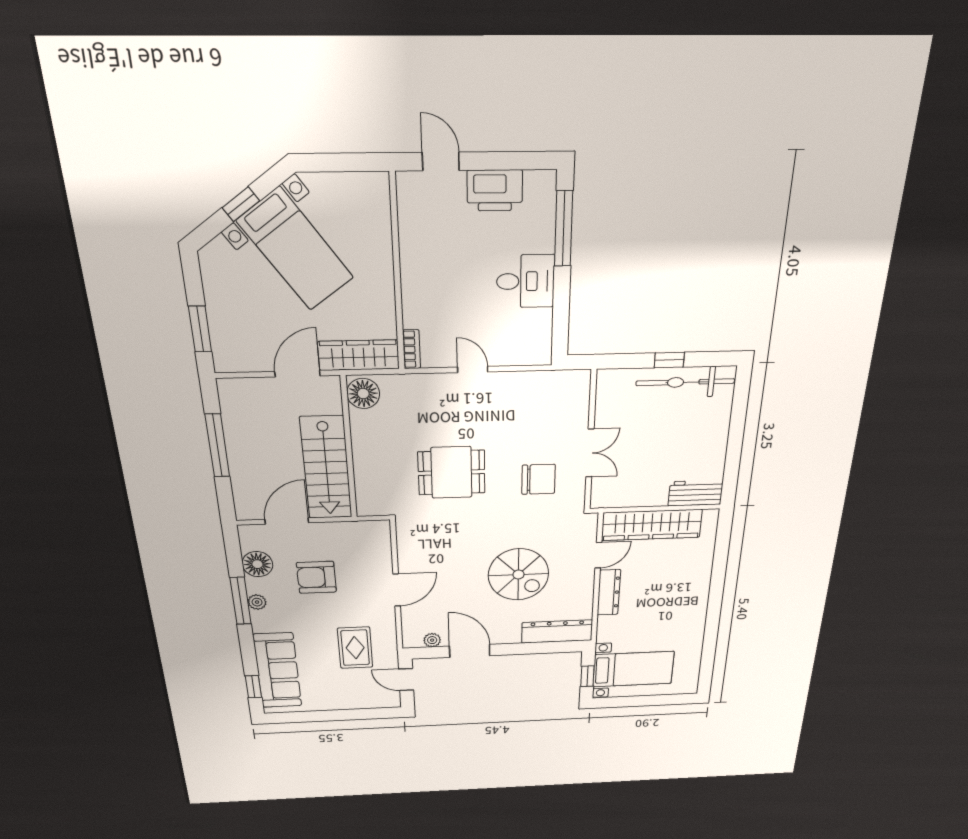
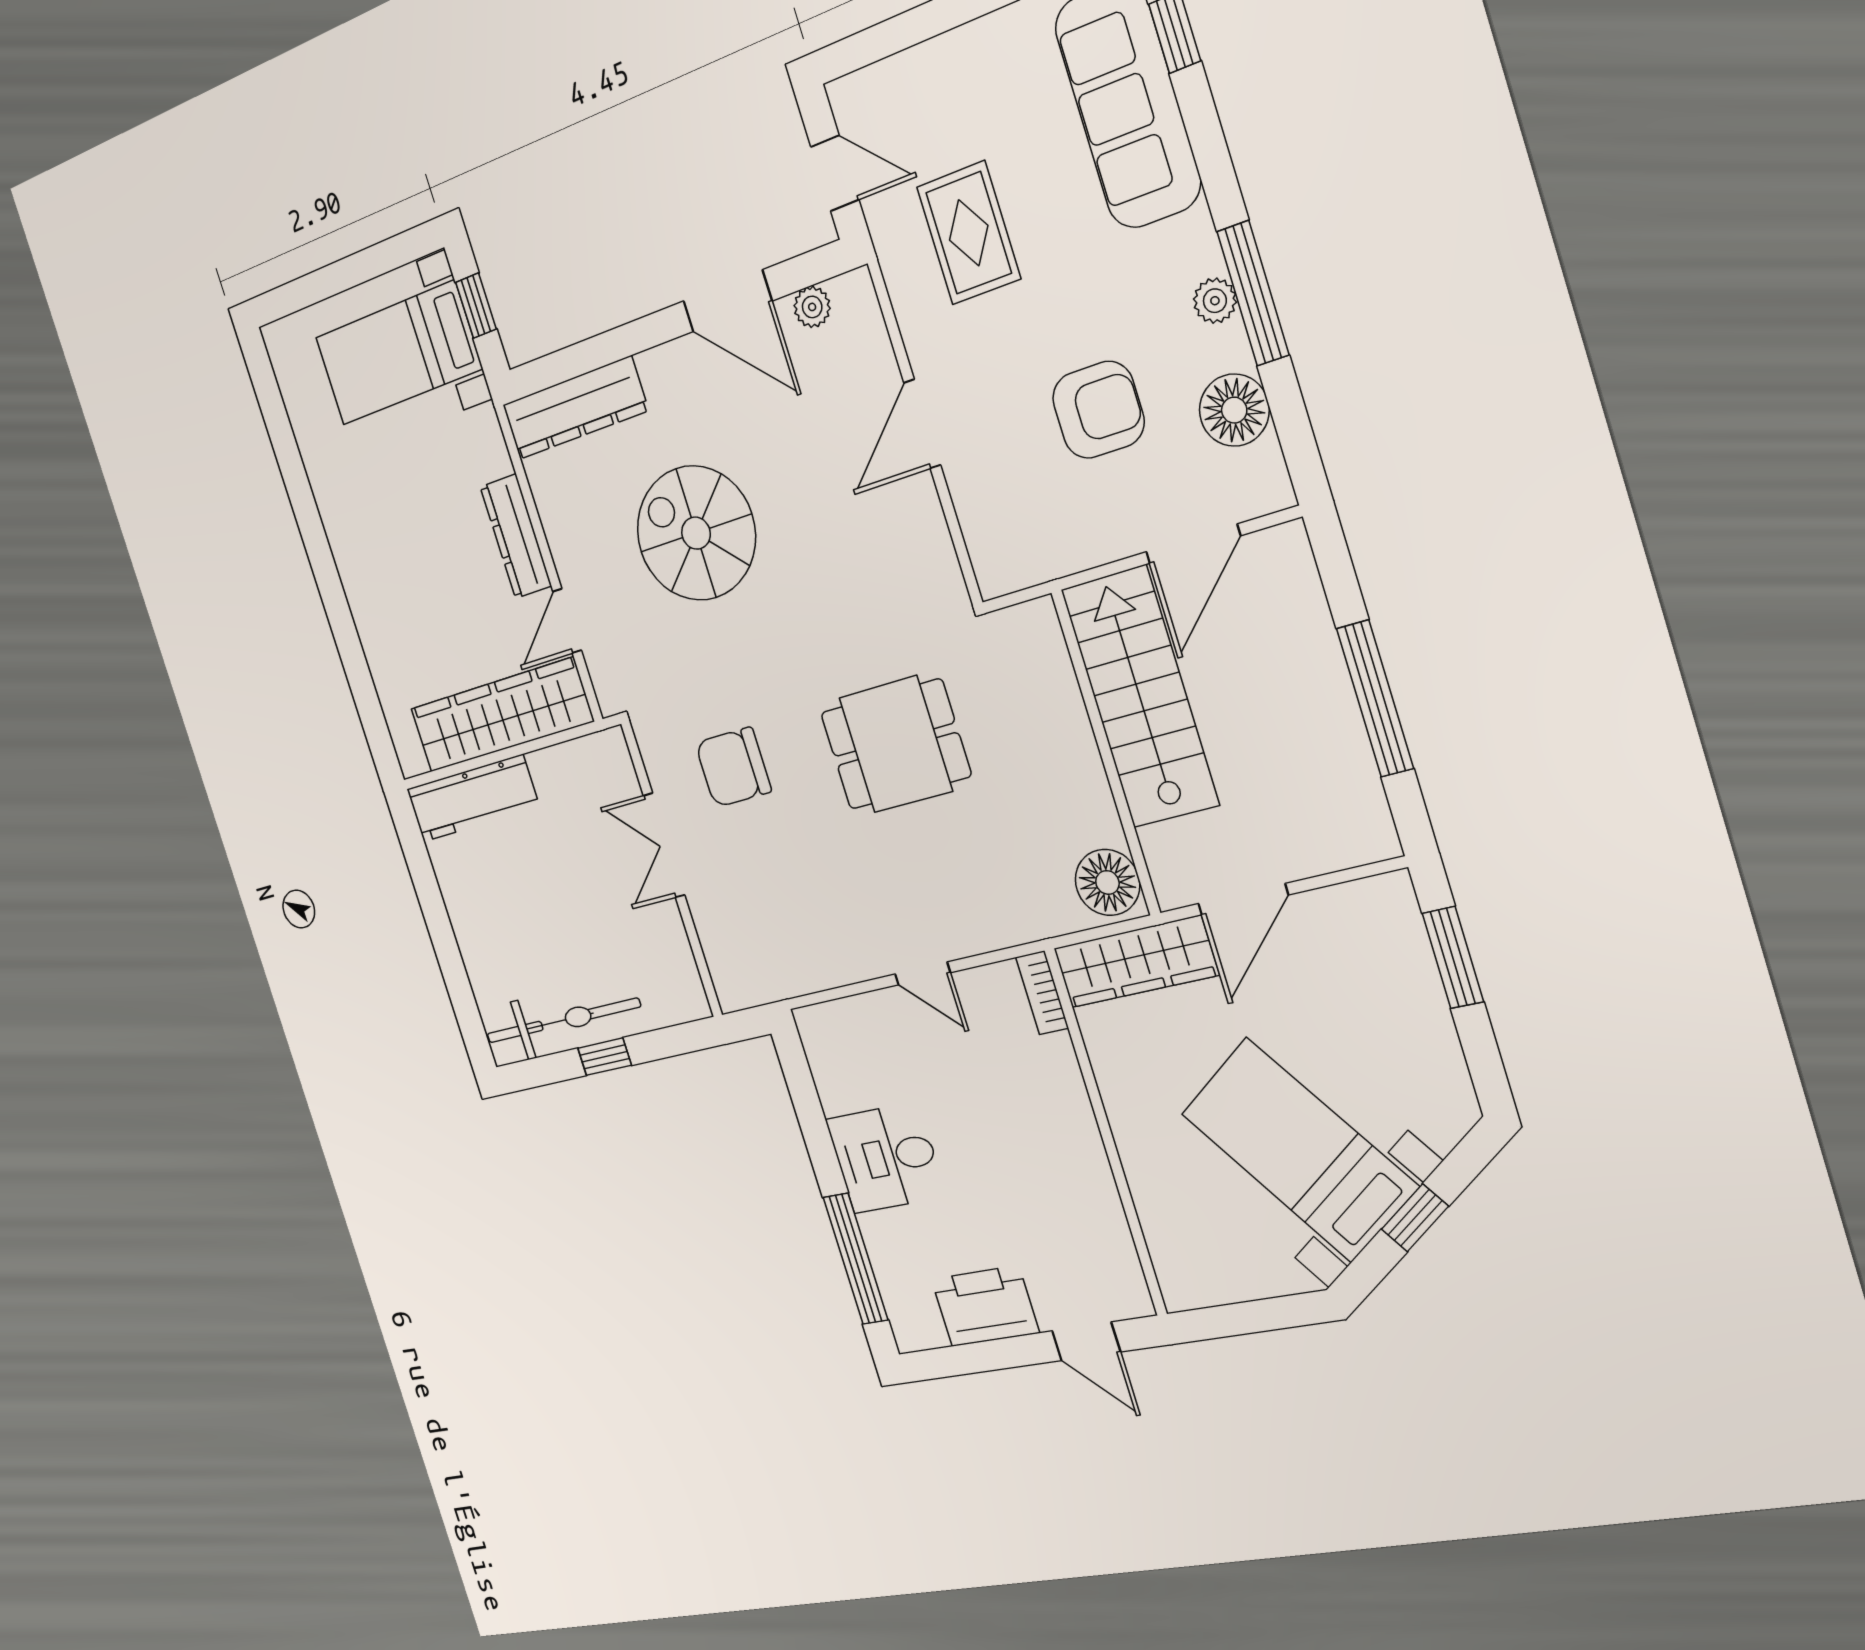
workbench: (696, 493) -> (473, 798), width x1.38

